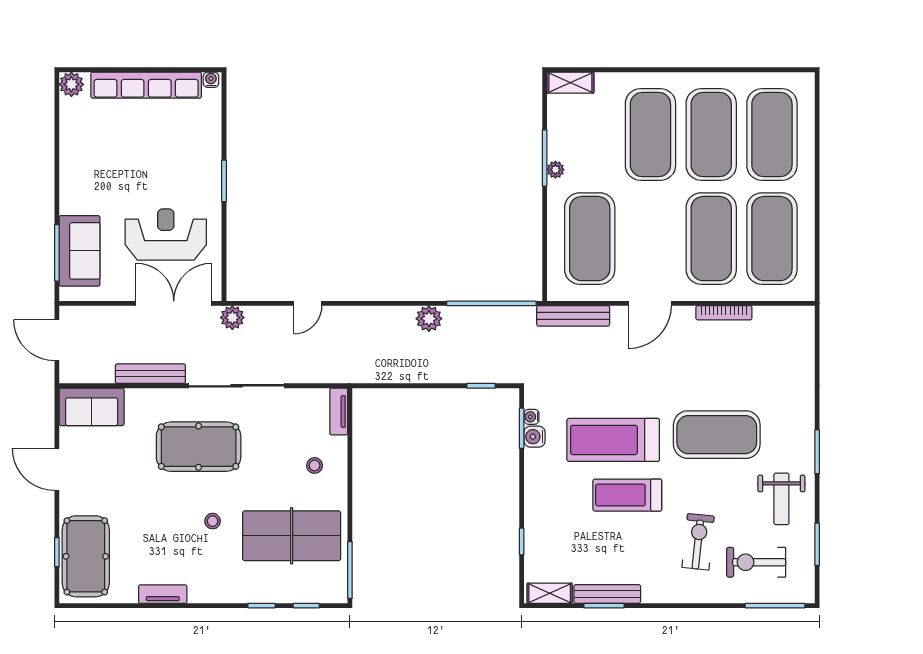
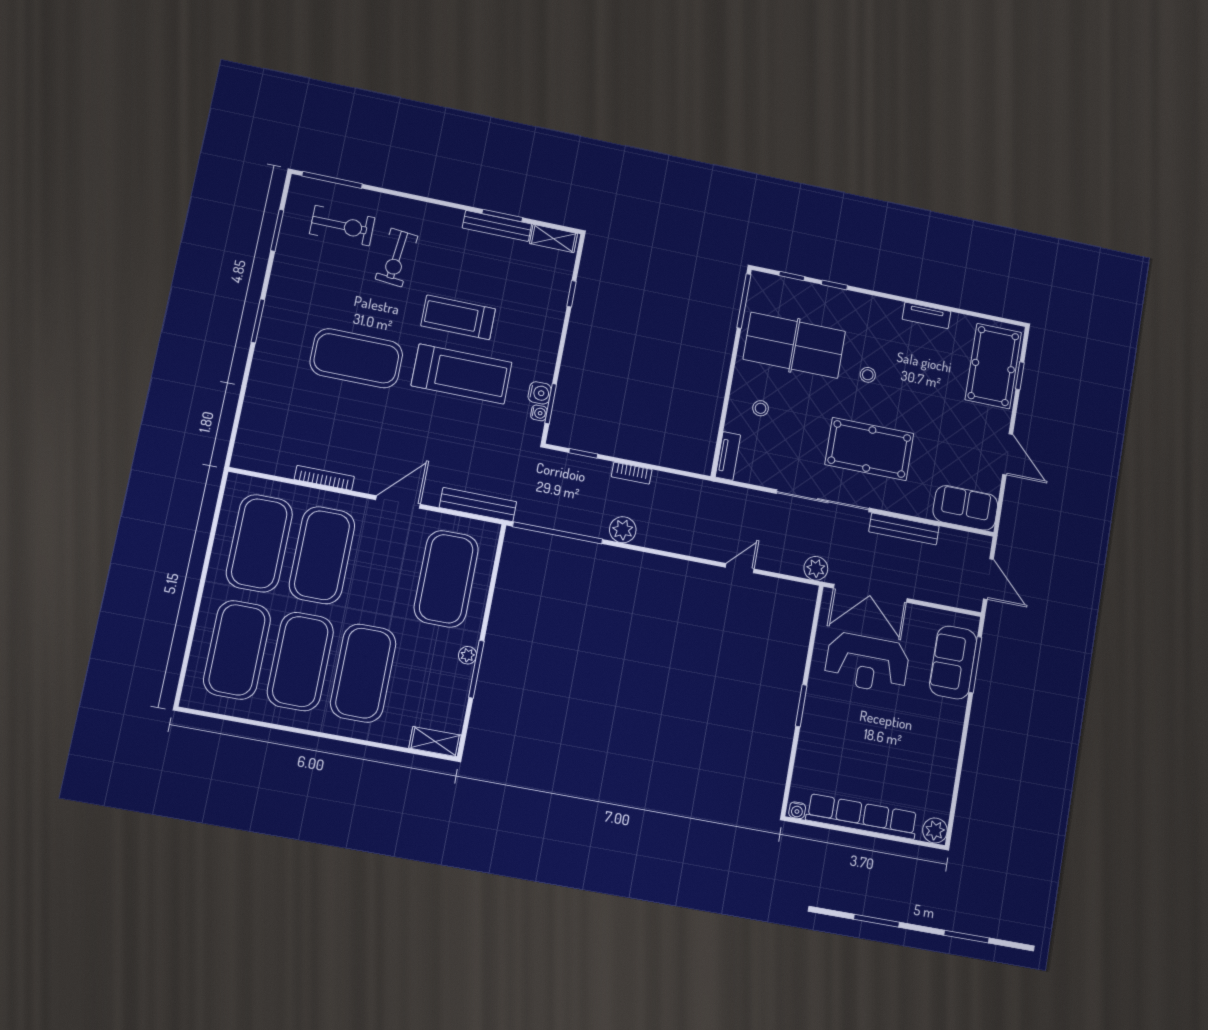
bookcase: (430, 376) -> (632, 473), added
treadmill: (627, 495) -> (458, 317), turned 180
weight bench: (781, 499) -> (304, 282), removed

